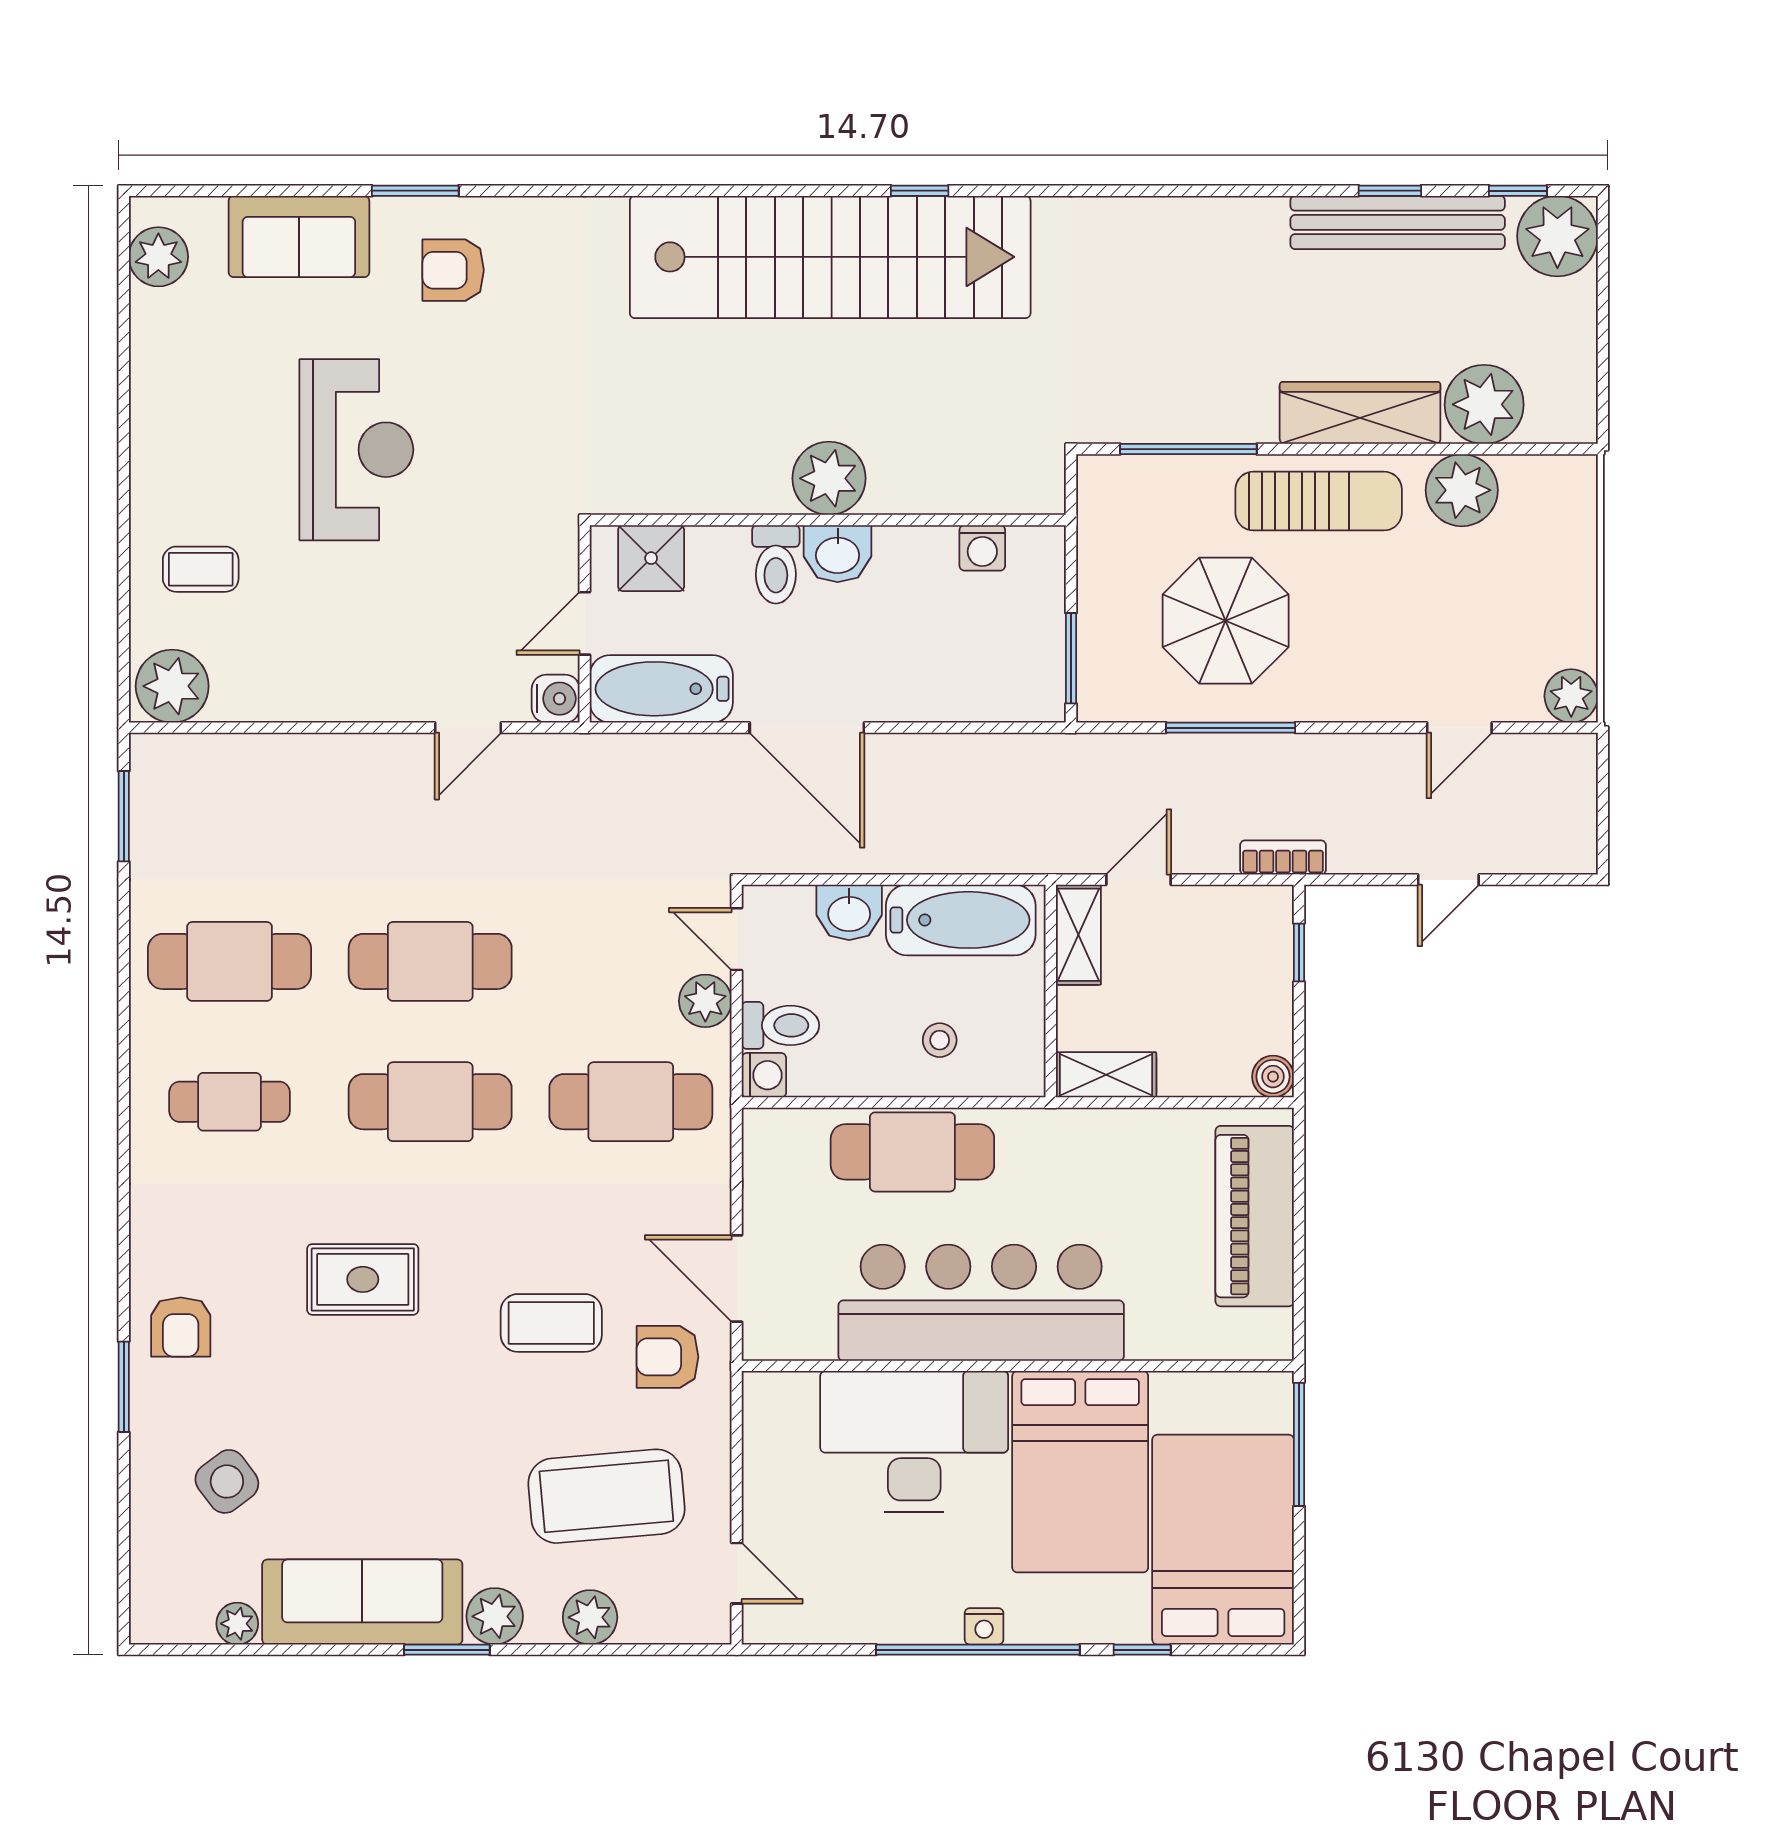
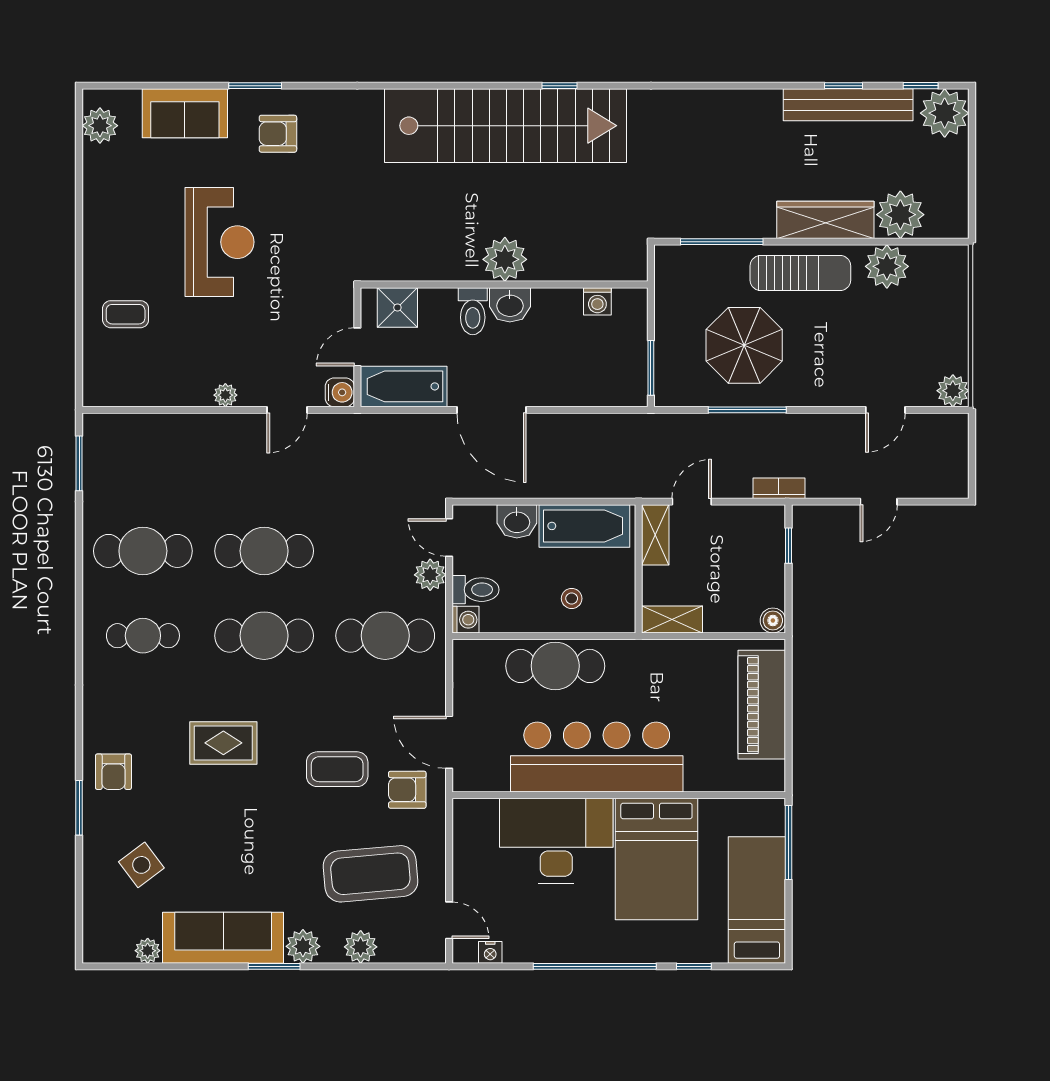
plant: (172, 686) -> (225, 395), moved, width x0.53, depth x0.53
bed: (1223, 1540) -> (757, 900), width x0.67
nightstand: (984, 1626) -> (490, 952), moved

